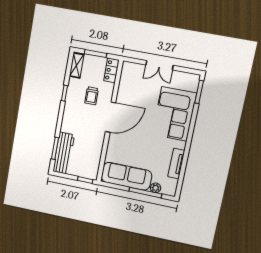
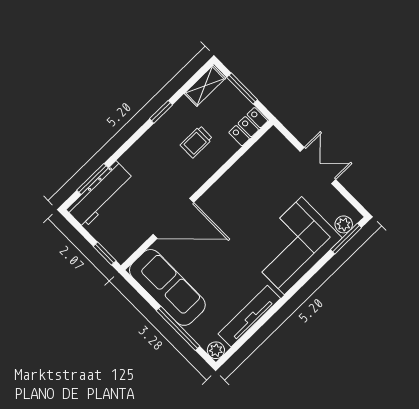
double door: (159, 65) -> (318, 165), swing flipped
plant: (193, 86) -> (344, 224), added
door: (111, 117) -> (173, 218), moved
tv unit: (176, 164) -> (249, 316), width x1.41
plant: (156, 188) -> (216, 350), moved

